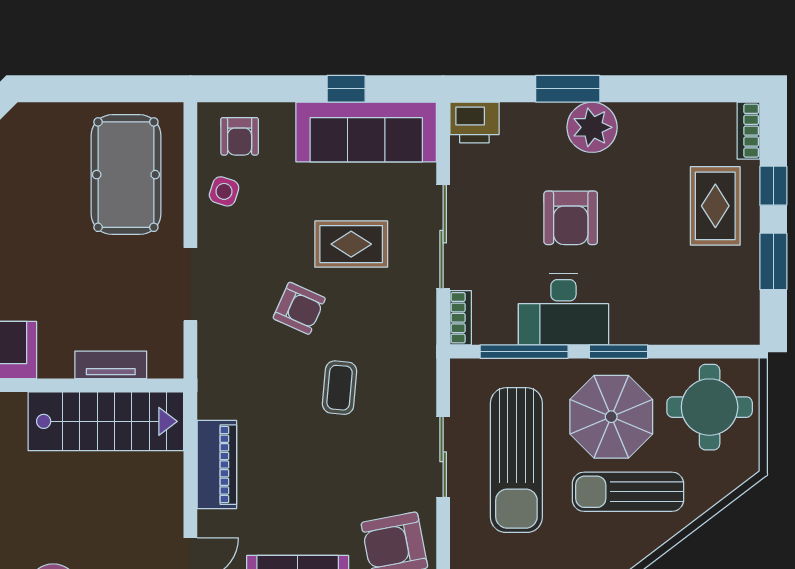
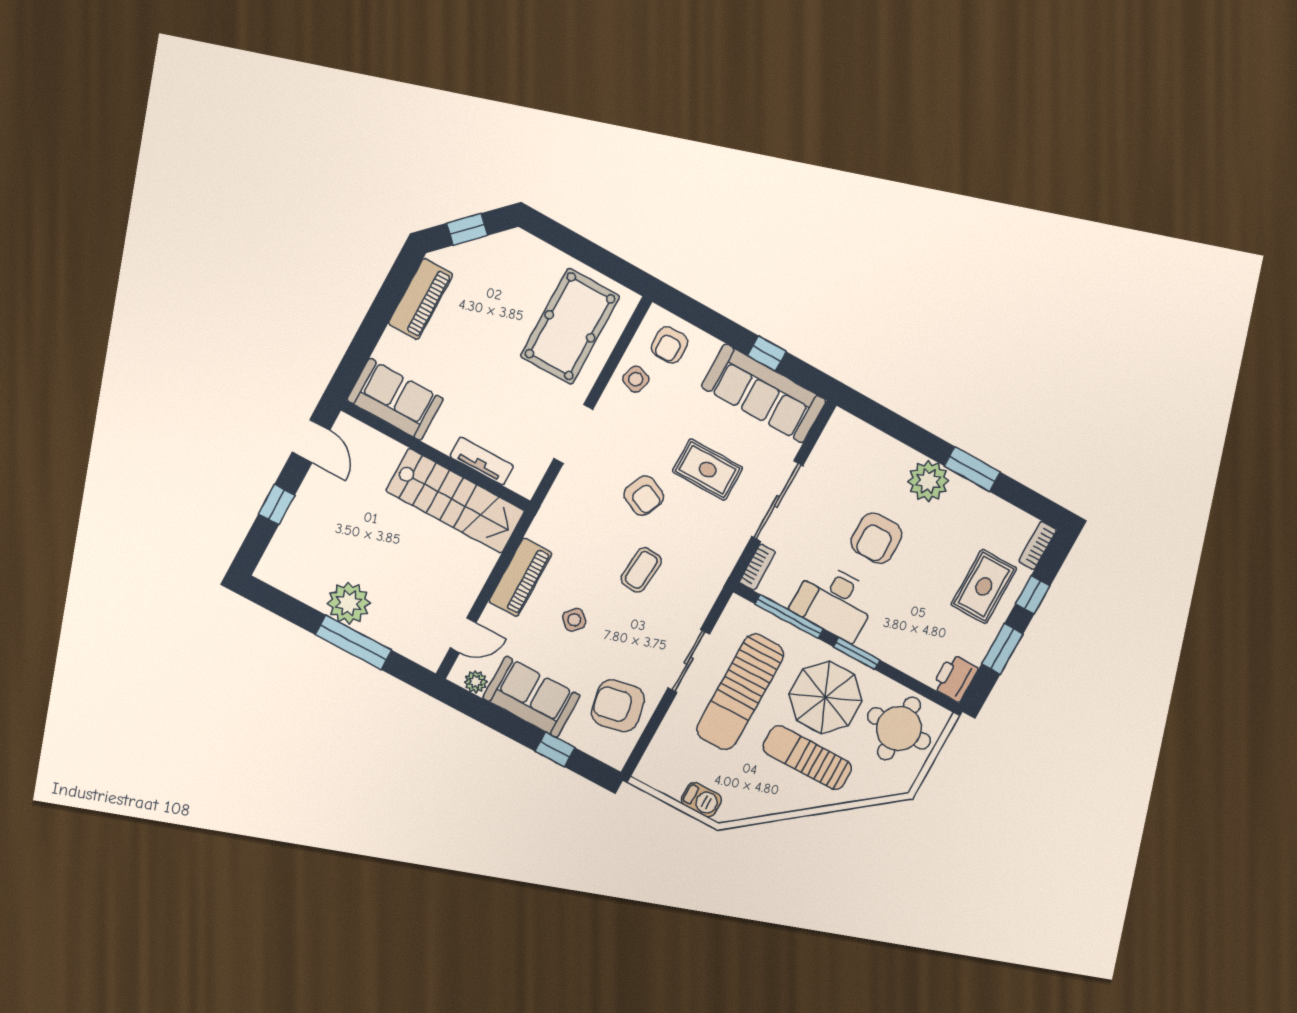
window: (568, 89) -> (972, 469), moved
printer: (474, 123) -> (955, 678), moved, turned 90
side table: (298, 479) -> (574, 620), added

